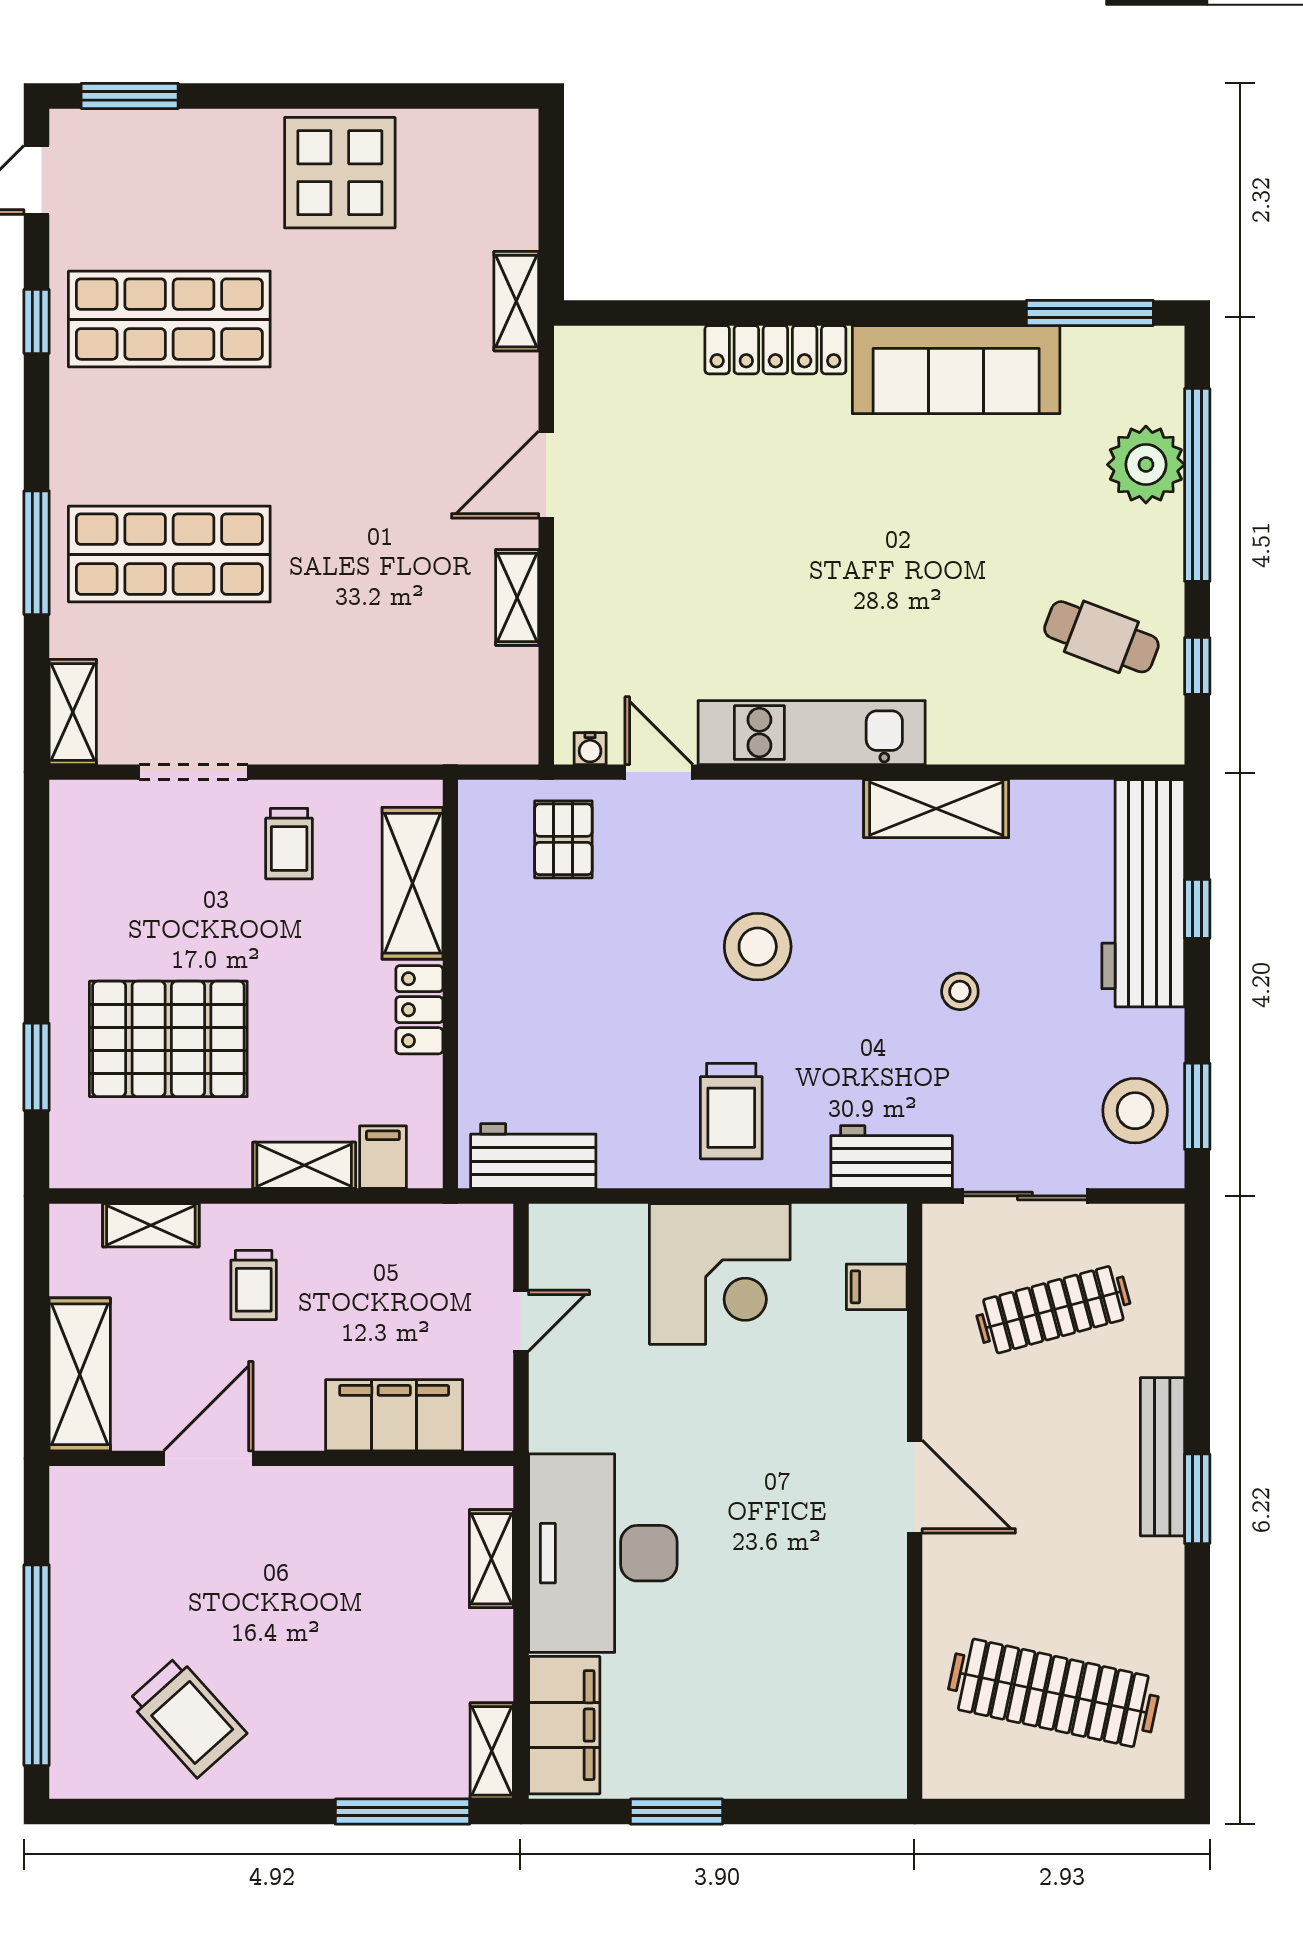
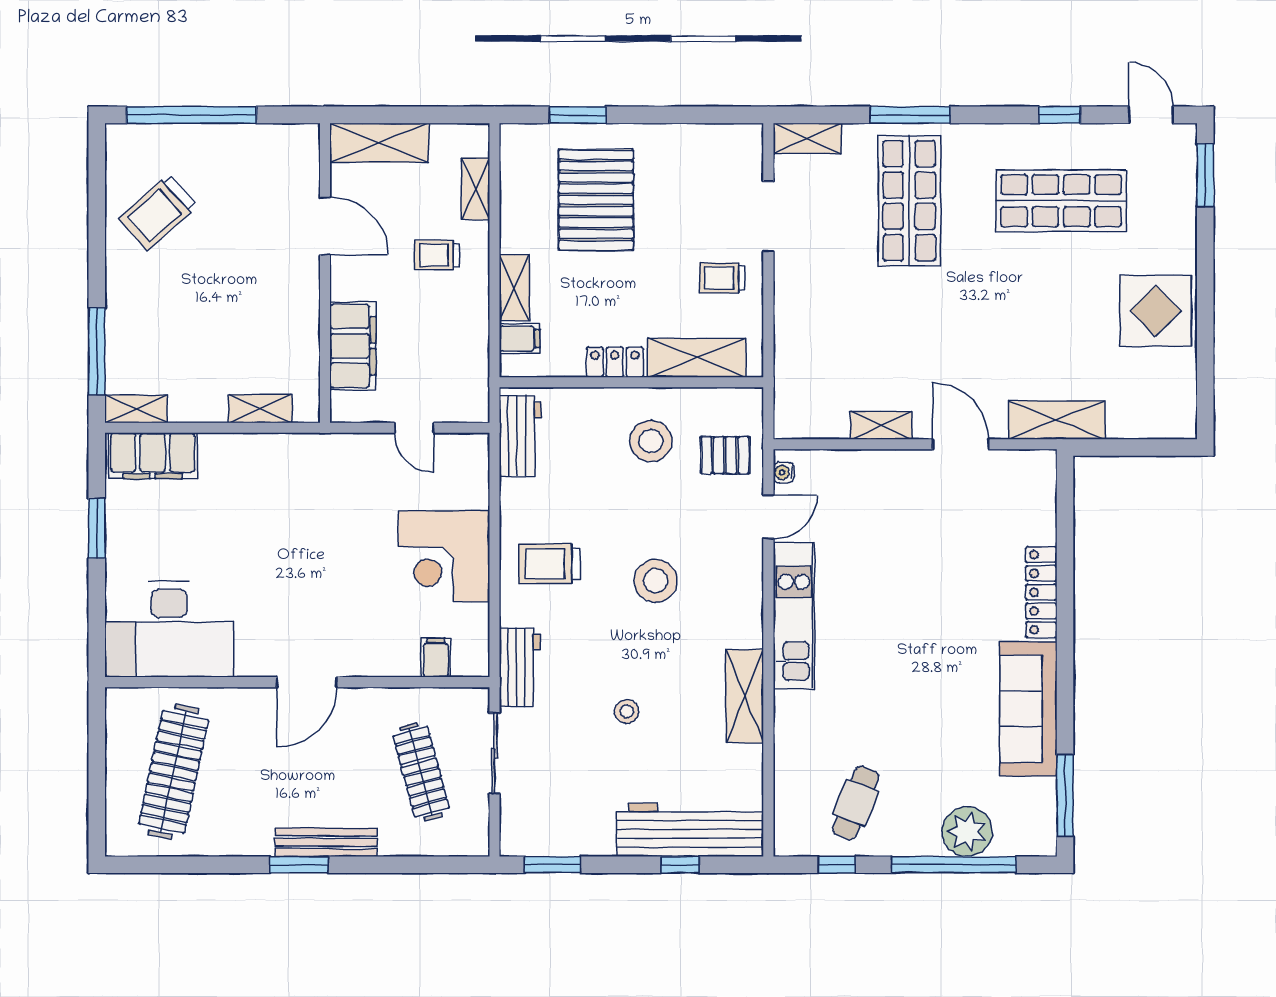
shelving: (516, 301) -> (1057, 420), width x1.50, depth x1.33
shop shelf: (169, 319) -> (1061, 201), turned 90
stool: (1135, 1111) -> (651, 441), moved
desk: (603, 1553) -> (169, 629), moved, turned 180

